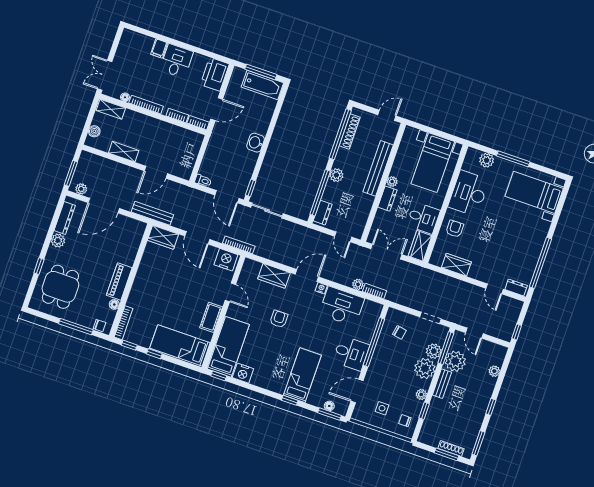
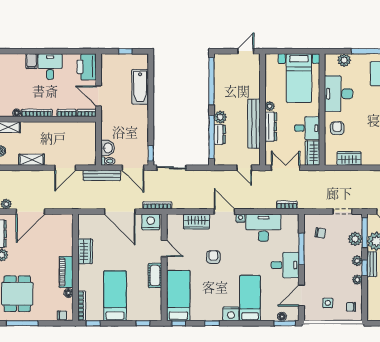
window: (261, 72) -> (125, 51), width x0.46
bathtub: (262, 85) -> (140, 87), moved, turned 90
door: (217, 109) -> (98, 96), swing flipped
shoe rack: (350, 132) -> (219, 76), removed
washbasin: (256, 143) -> (108, 148), moved, turned 180
bench: (378, 168) -> (254, 124), moved
dresser: (387, 199) -> (271, 127), width x1.44
bench: (152, 213) -> (102, 175), moved
dresser: (323, 213) -> (220, 134), moved
wardrobe: (163, 237) -> (85, 251), moved, turned -90
door: (197, 238) -> (120, 212), width x1.36
door: (307, 275) -> (224, 212), hinge flipped
plant: (358, 284) -> (271, 204), removed
window: (76, 327) -> (22, 323), moved
window: (374, 342) -> (301, 249), width x0.68
bed: (180, 345) -> (115, 296), moved, turned 90
window: (154, 354) -> (143, 323), moved
plant: (425, 368) -> (357, 261), width x0.53, depth x0.53
nightstand: (243, 373) -> (231, 314), moved
window: (290, 400) -> (212, 323), moved
window: (424, 411) -> (365, 268), moved

